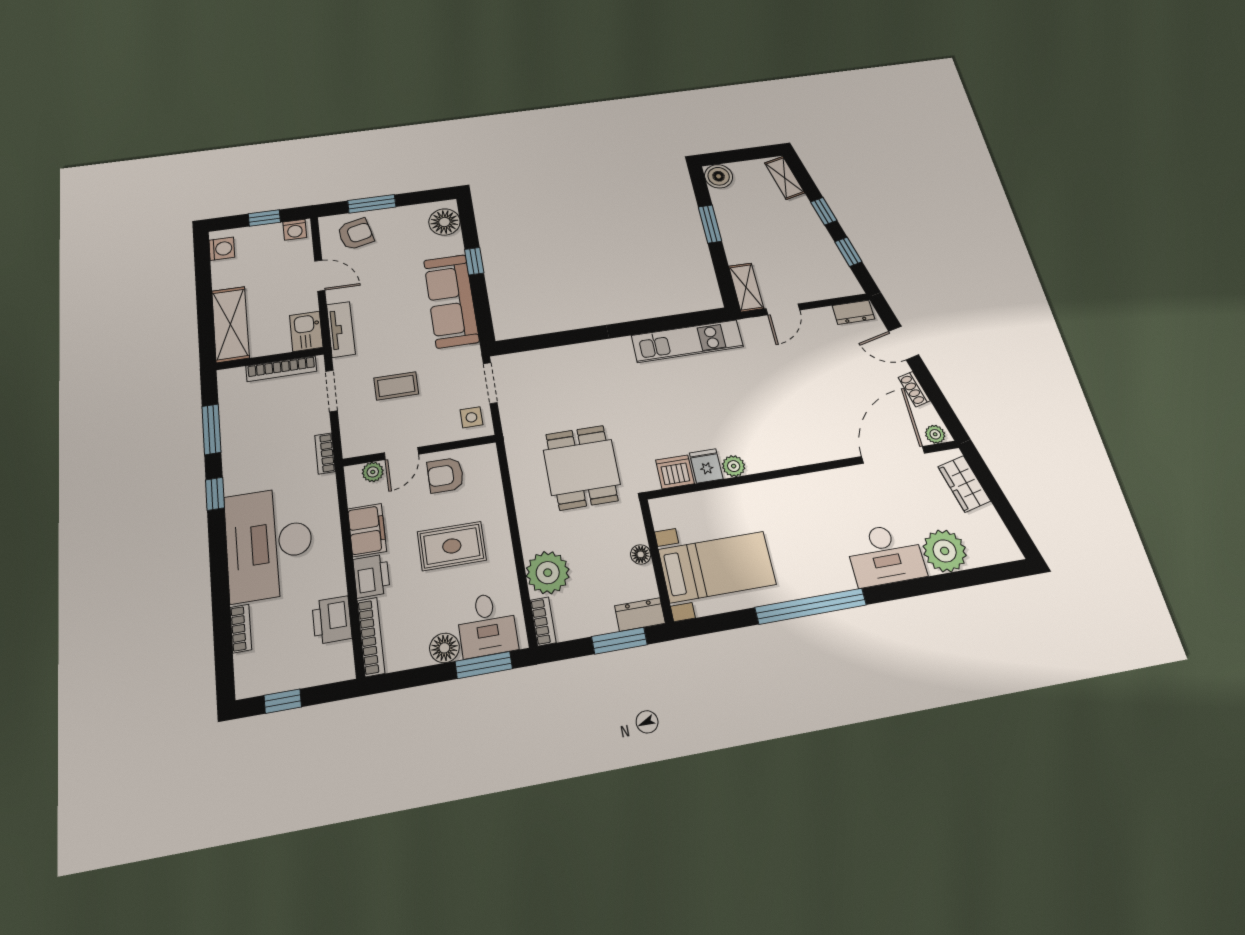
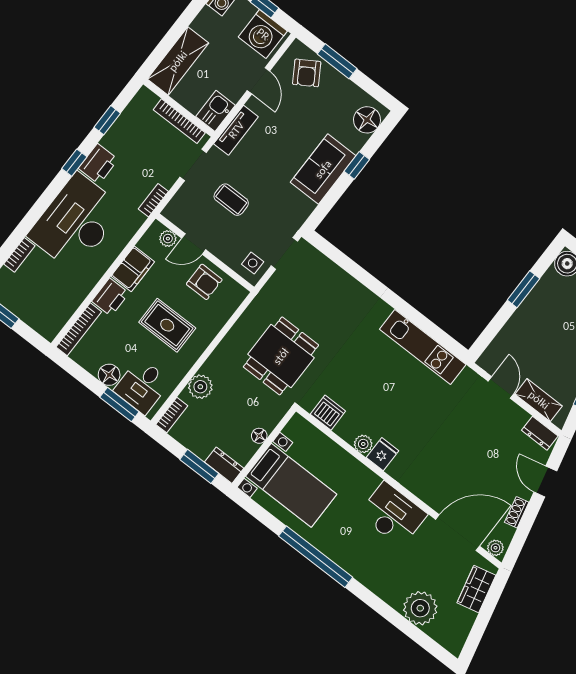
washing machine: (295, 230) -> (263, 34), width x1.89, depth x1.89
armchair: (355, 234) -> (307, 73), turned 71
shelving: (746, 287) -> (539, 400), moved, turned 90
sofa: (451, 301) -> (323, 169), width x0.73
door: (783, 309) -> (501, 387), swing flipped
window: (211, 429) -> (107, 120), width x0.67
fridge: (706, 466) -> (383, 454), moved
armchair: (445, 475) -> (204, 282), turned 180
desk: (885, 555) -> (393, 514), moved, turned 180
plant: (548, 573) -> (200, 387), width x0.73, depth x0.73
printer: (332, 620) -> (98, 164), moved, turned 180

